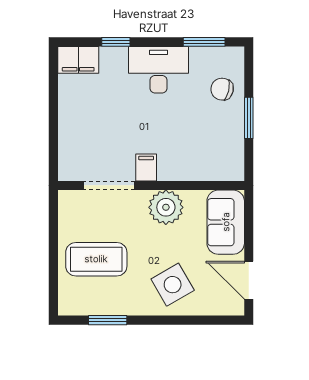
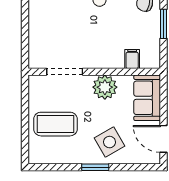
filing cabinet: (146, 167) -> (132, 59), moved
window: (108, 320) -> (95, 167), moved

